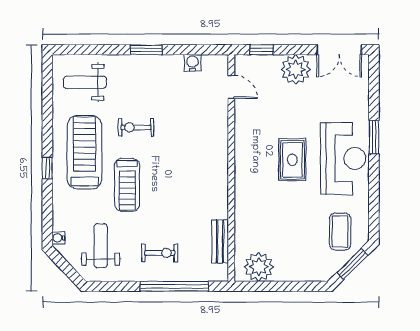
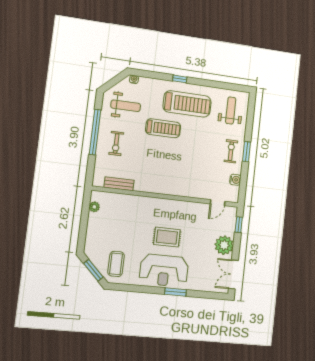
exercise bike: (136, 127) -> (231, 151), moved
treadmill: (127, 185) -> (163, 128), turned 180
coffee table: (340, 231) -> (116, 264), turned 90
plant: (259, 267) -> (94, 207), width x0.53, depth x0.53
window: (174, 286) -> (95, 132), moved

